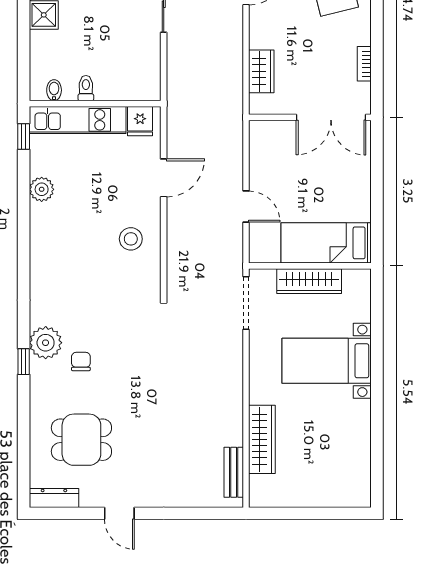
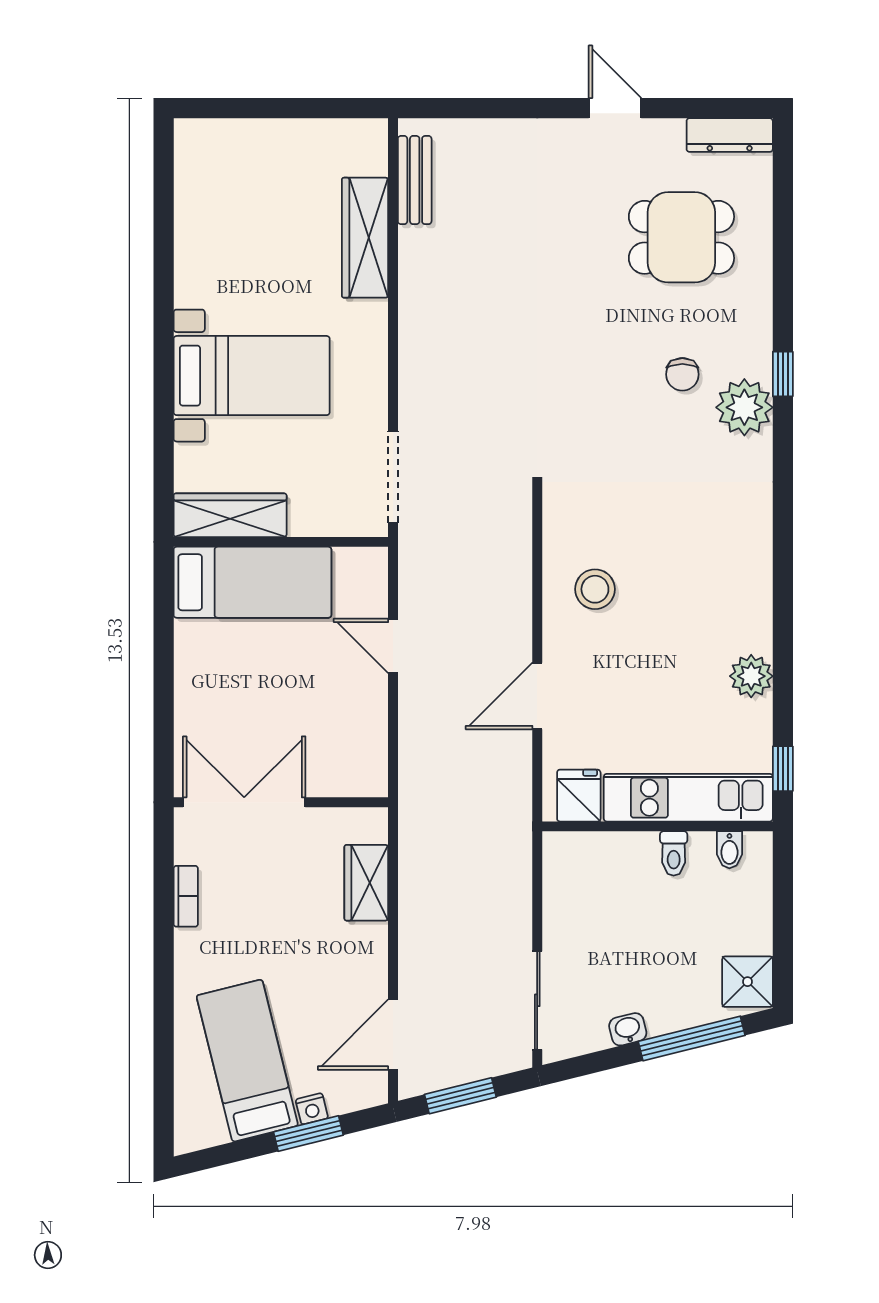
wardrobe: (309, 281) -> (230, 515), moved

